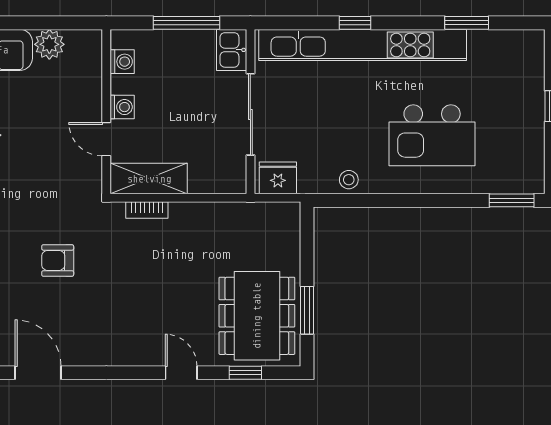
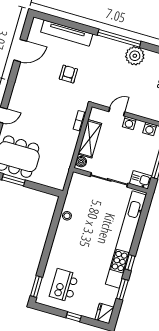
window: (355, 23) -> (130, 263), moved
kitchen island: (432, 135) -> (64, 285), moved, width x0.73, depth x0.78
fridge: (278, 178) -> (104, 313), moved, turned 180
shelving: (149, 179) -> (90, 139), moved
boiler: (230, 183) -> (81, 162), added

